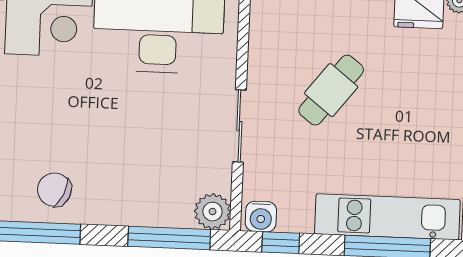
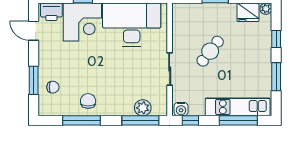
chair: (54, 190) -> (88, 101), turned 66
plant: (212, 212) -> (143, 108), moved

